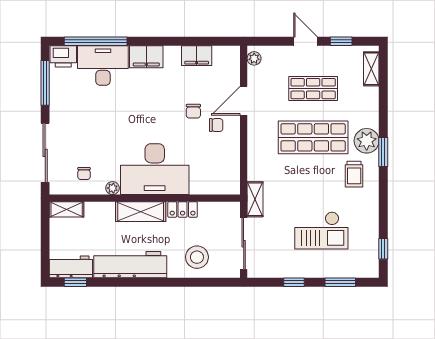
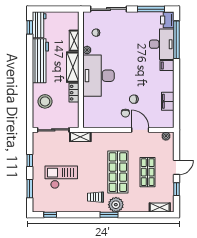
filing cabinet: (146, 57) -> (167, 65), width x0.50
shelving: (67, 209) -> (74, 41), moved
checkout: (321, 230) -> (61, 177), turned 90

